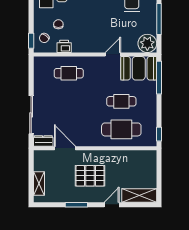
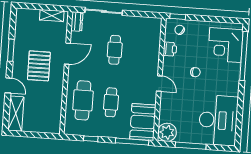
chair: (58, 24) -> (195, 72), moved
door: (113, 54) -> (159, 84), moved
cafe table: (69, 73) -> (115, 50), moved
window: (159, 134) -> (91, 139), moved
door: (65, 148) -> (67, 54), moved
shelving: (39, 184) -> (52, 16), moved

